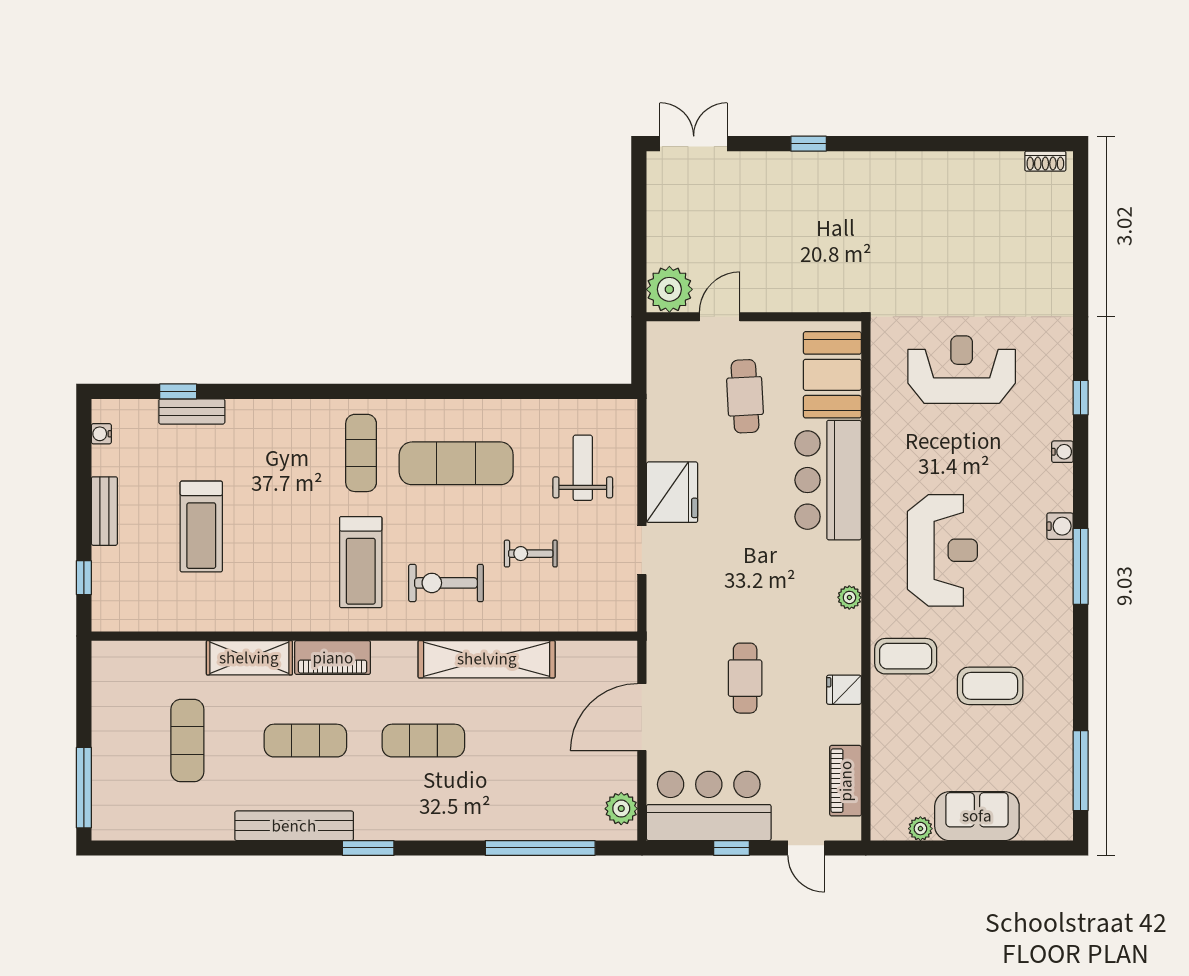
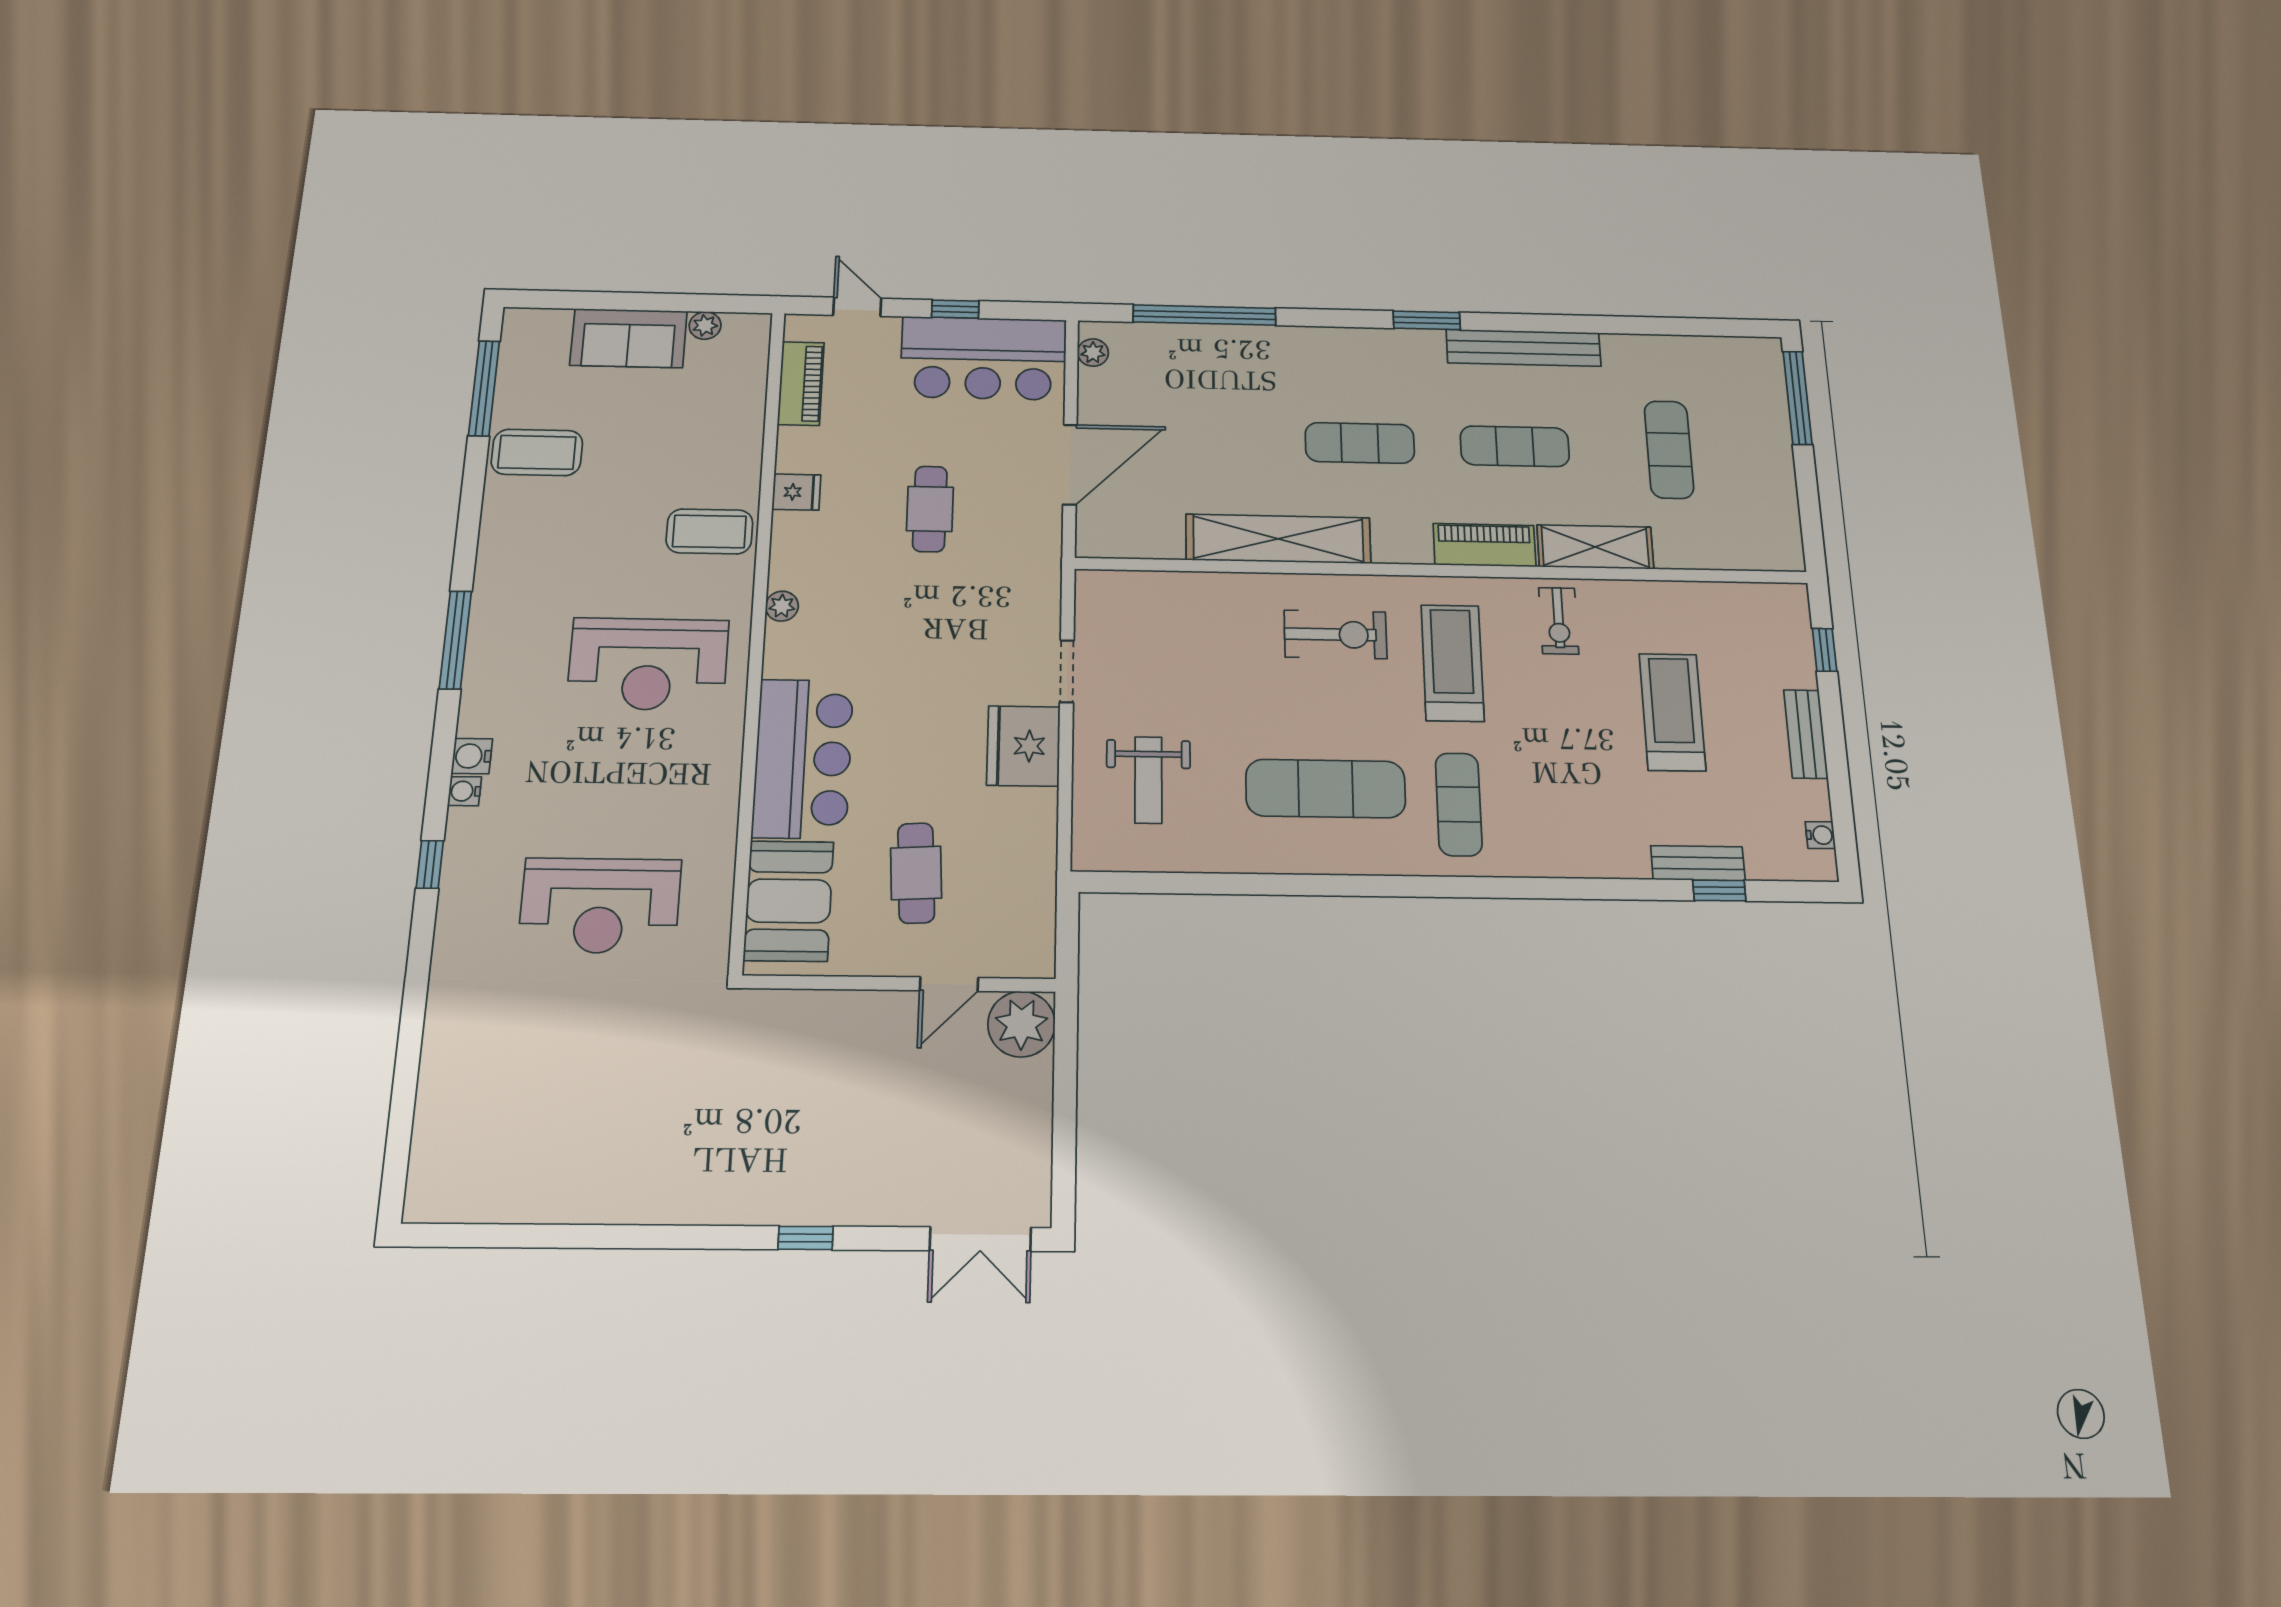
shoe rack: (1045, 161) -> (445, 1209), removed
water cooler: (1060, 526) -> (472, 756), moved
reception desk: (942, 550) -> (648, 664), turned -90
exercise bike: (531, 554) -> (1559, 621), moved, turned 90
coffee table: (990, 686) -> (537, 452), moved
plant: (621, 809) -> (1093, 353), width x0.73, depth x0.73

